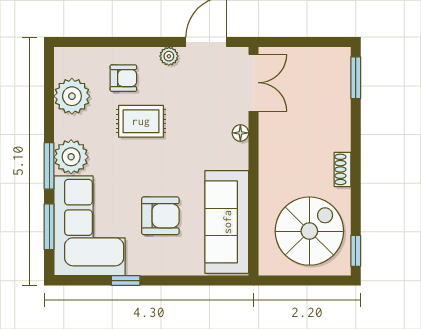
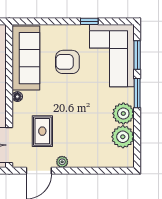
armchair: (123, 78) -> (91, 148), removed
rug: (141, 121) -> (42, 131), moved, turned 90
floor lamp: (240, 133) -> (17, 97), moved
plant: (71, 157) -> (123, 113), moved

